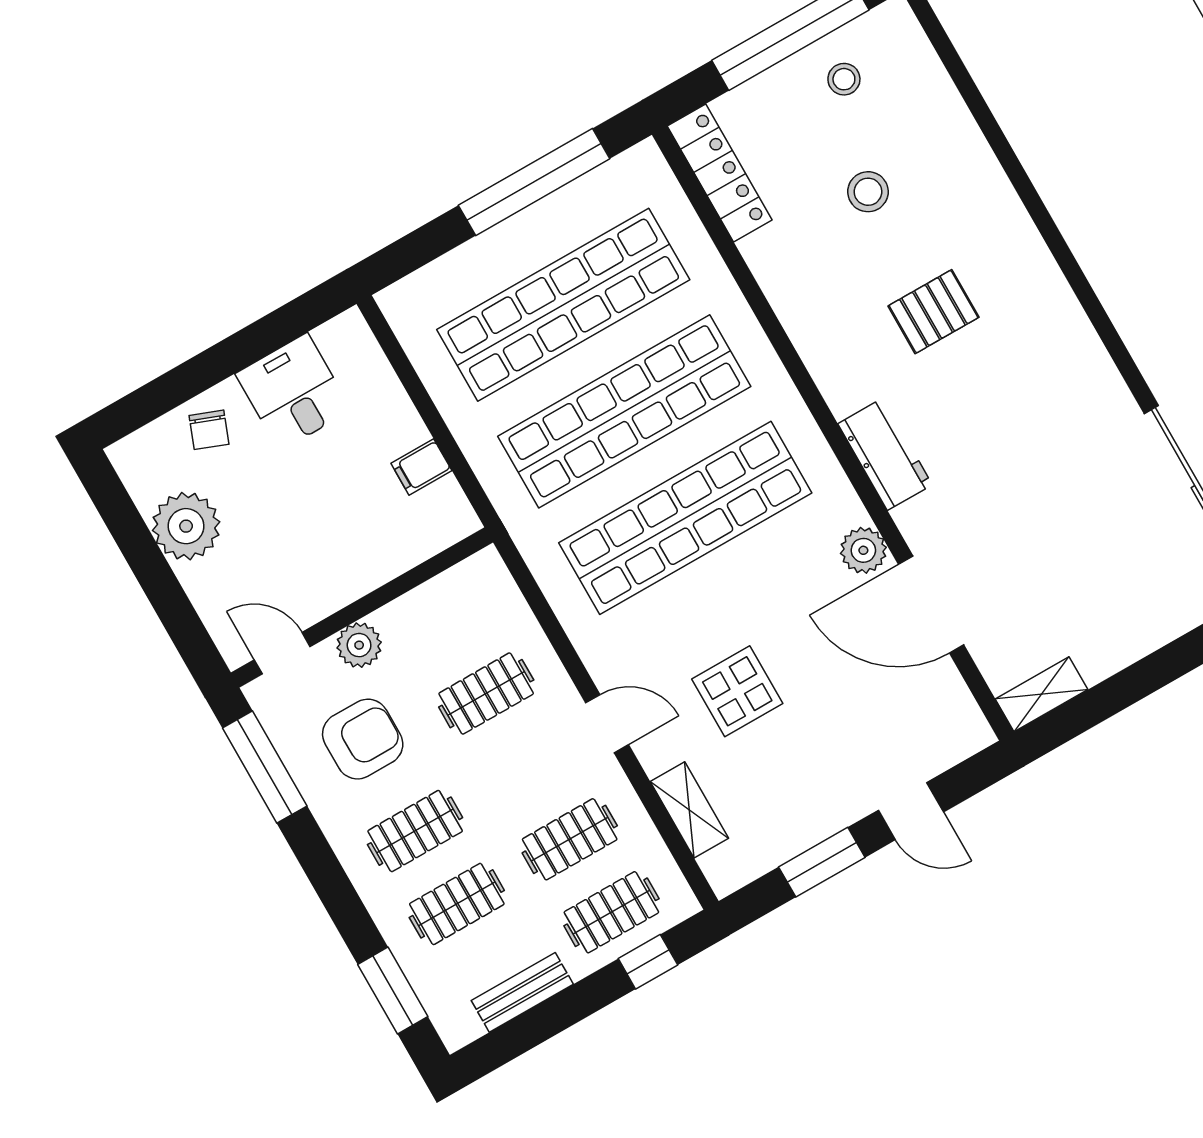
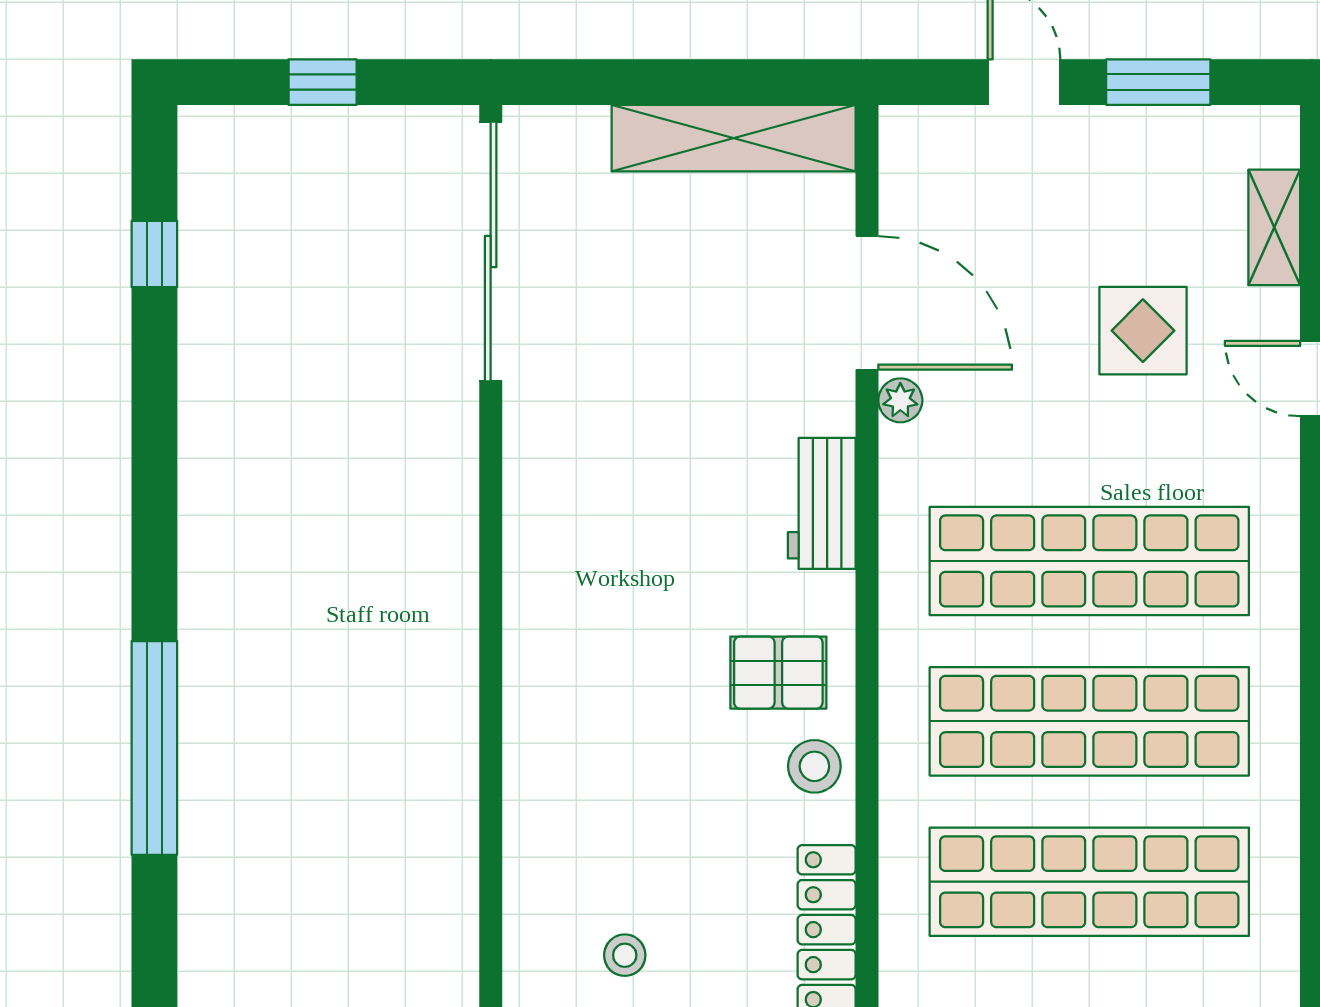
stool: (868, 192) -> (814, 766), moved
pallet: (933, 312) -> (778, 673), moved
plant: (863, 550) -> (900, 400), width x0.73, depth x0.73
shelving: (1041, 694) -> (734, 138), width x2.20, depth x1.33

